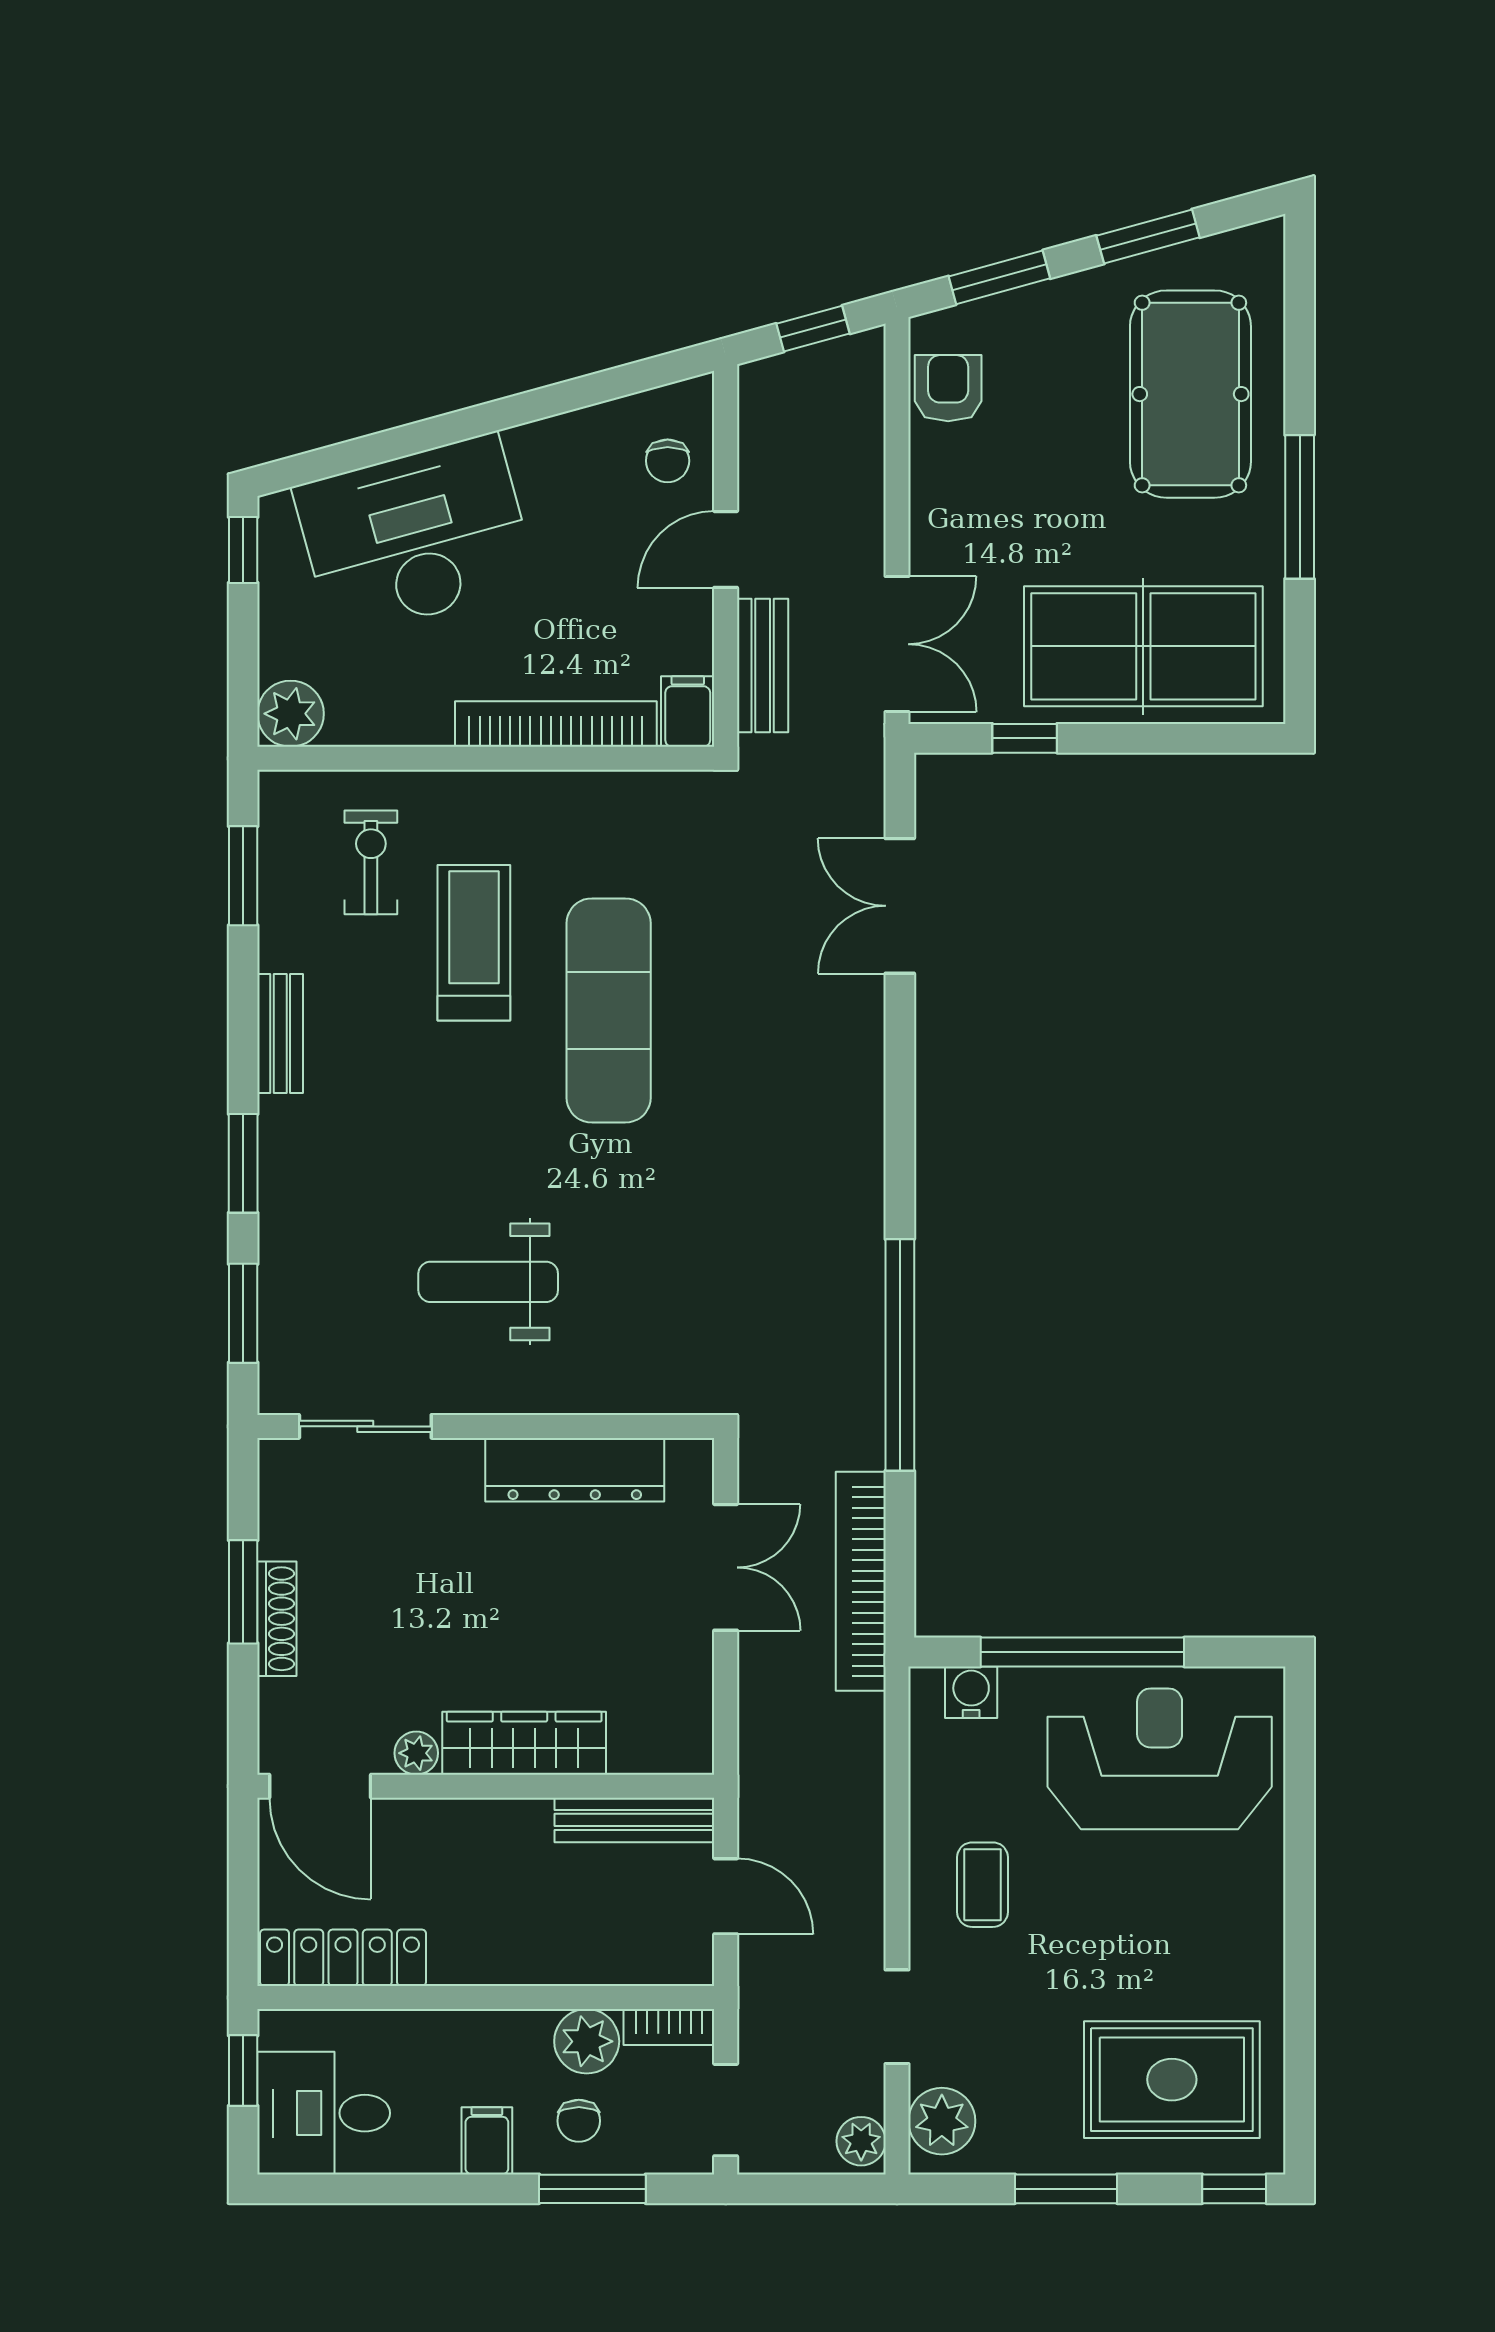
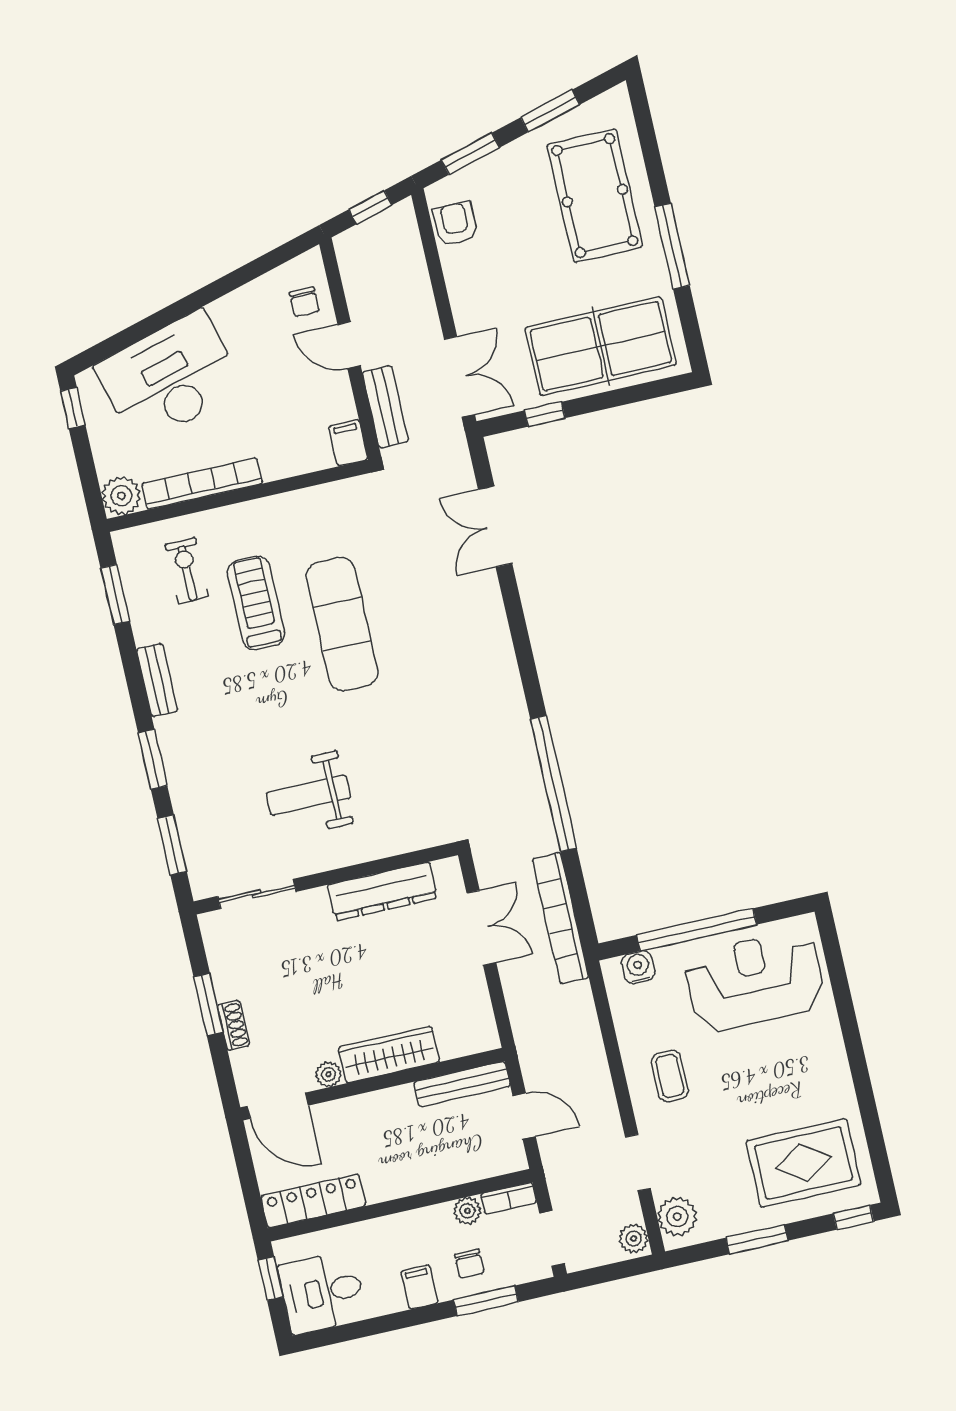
door: (726, 549) -> (349, 345), hinge flipped
bookcase: (556, 724) -> (202, 484), moved
shoe rack: (277, 1619) -> (233, 1025), width x0.70
plant: (587, 2041) -> (467, 1211), width x0.73, depth x0.73

